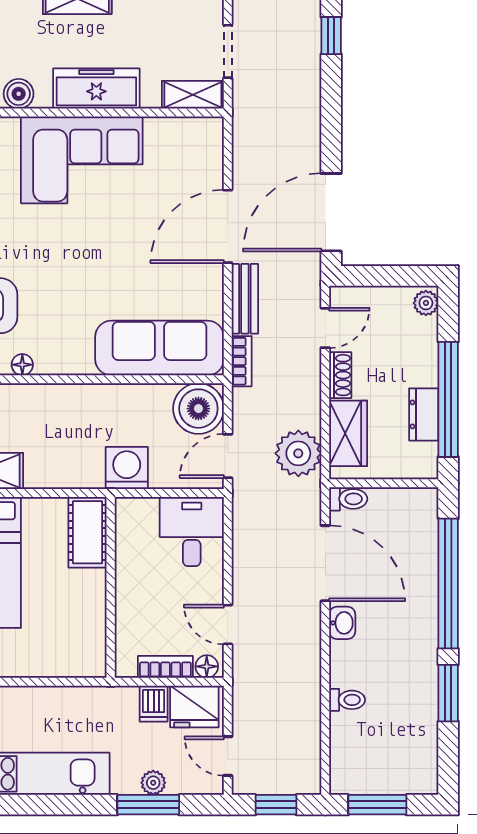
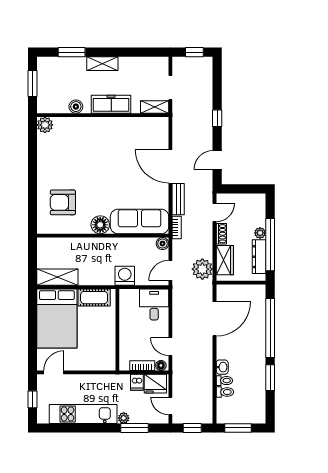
window: (331, 36) -> (217, 118), moved
corner sofa: (82, 160) -> (104, 136), removed
door: (331, 212) -> (217, 160), width x0.53
door: (228, 226) -> (170, 167), hinge flipped
plant: (426, 303) -> (260, 233), moved
floor lamp: (22, 365) -> (100, 225), moved, width x1.89, depth x1.89
boiler: (198, 409) -> (162, 244), width x0.54, depth x0.54
dresser: (424, 414) -> (259, 257), width x1.44
toilet: (348, 499) -> (225, 392), moved
cot: (88, 532) -> (94, 298), moved, turned 90
door: (325, 563) -> (215, 319), hinge flipped
washbasin: (342, 623) -> (222, 367), moved
plant: (153, 783) -> (124, 418), moved

